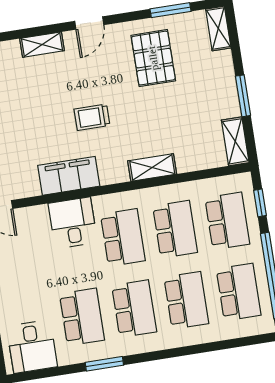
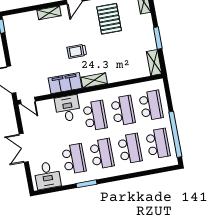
shelving: (152, 167) -> (94, 80), moved
window: (260, 203) -> (168, 95), removed

